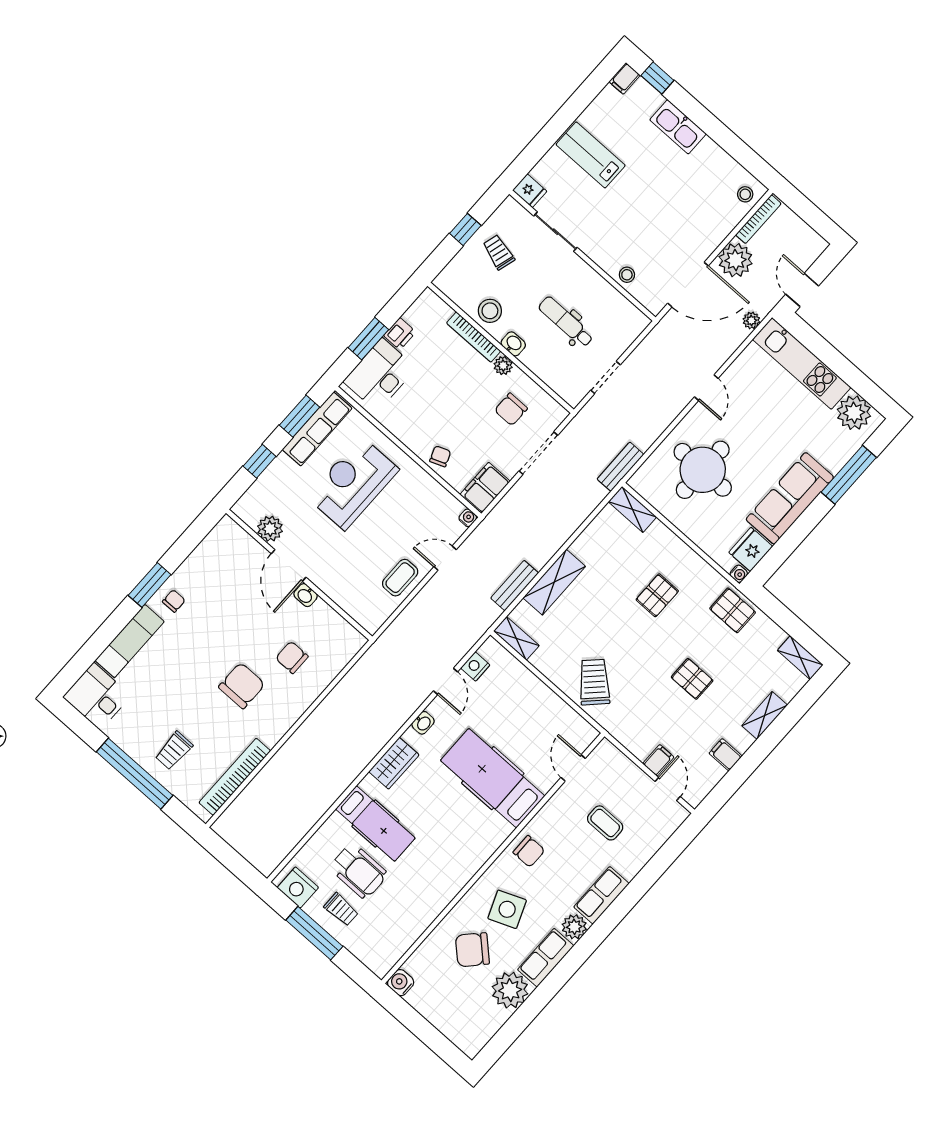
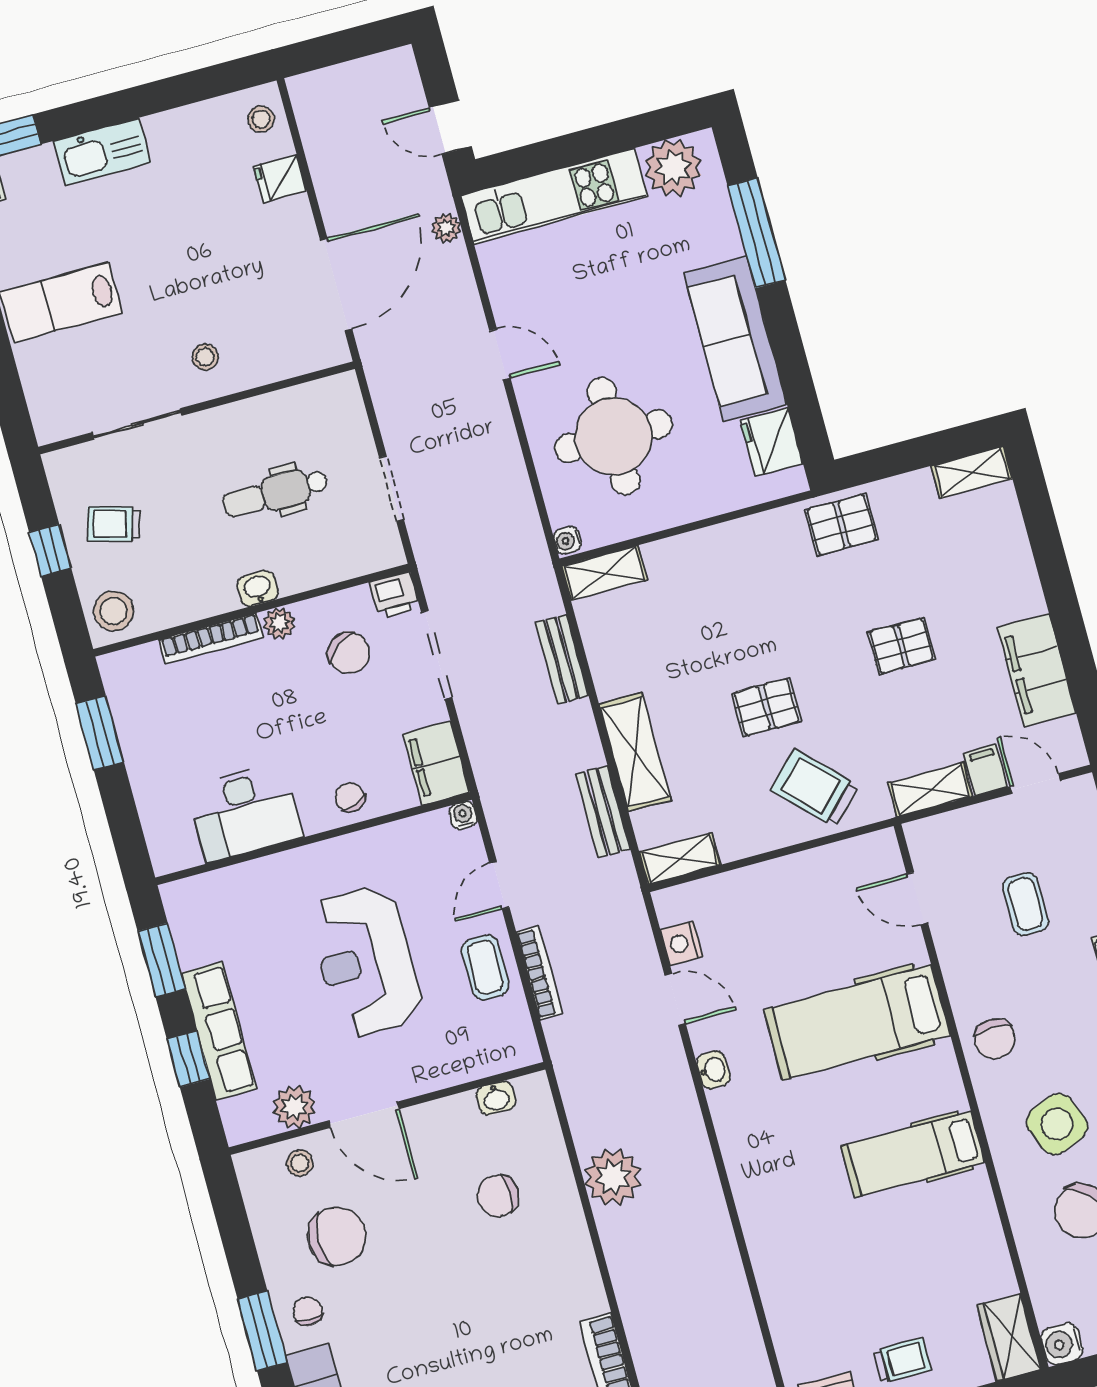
fridge: (530, 191) -> (280, 178), moved, turned 180
bookcase: (758, 219) -> (539, 973), moved
plant: (735, 260) -> (613, 1177), moved
stool: (627, 275) -> (205, 357), moved
stool: (490, 311) -> (114, 611), moved
printer: (400, 334) -> (395, 595), moved, turned 90
window: (368, 339) -> (100, 733), moved
desk: (380, 375) -> (245, 812), moved, turned -90
chair: (511, 409) -> (349, 653), turned -37
row of seats: (317, 429) -> (219, 1031), moved
bench: (620, 467) -> (562, 659), moved
reception desk: (353, 483) -> (366, 962), moved
stool: (244, 549) -> (300, 1163), added
water cooler: (739, 574) -> (567, 540), moved, turned 180
washbasin: (306, 595) -> (496, 1098), moved
pallet: (657, 595) -> (767, 707), moved, turned 90
chair: (242, 686) -> (337, 1236), moved, turned 90
shelving: (765, 715) -> (930, 790), moved, turned 90
filing cabinet: (726, 755) -> (1037, 670), width x3.00, depth x1.17
wardrobe: (394, 763) -> (1009, 1337), moved, turned 180
hospital bed: (375, 823) -> (913, 1154), moved, turned 180
coffee table: (605, 823) -> (1025, 904), turned 90
chair: (529, 851) -> (995, 1039), turned 90
wheelchair: (359, 871) -> (864, 1300), removed

